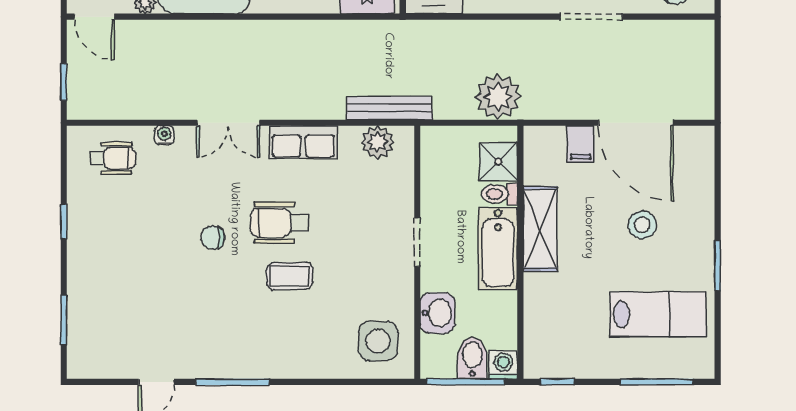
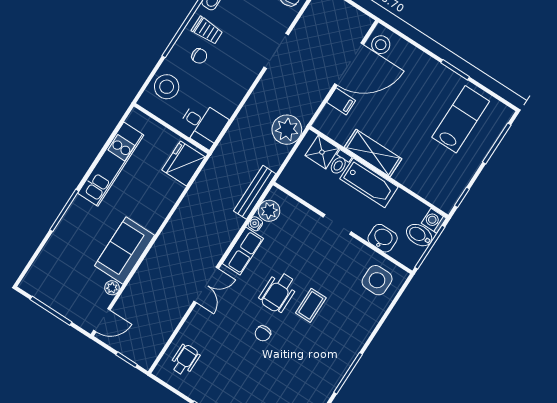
water cooler: (164, 135) -> (255, 224), moved
stool: (642, 225) -> (381, 45), moved

